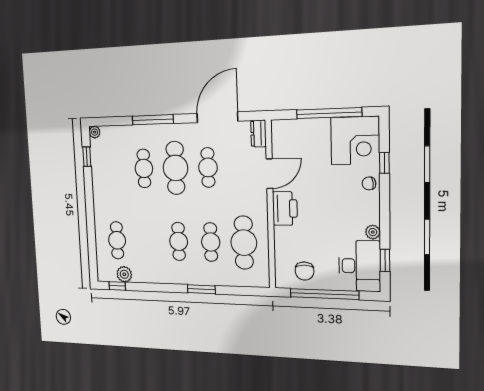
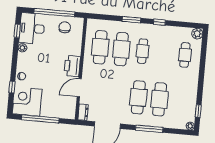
cafe table: (208, 167) -> (117, 95), removed
cafe table: (144, 168) -> (160, 99), width x1.37, depth x1.35
cafe table: (211, 242) -> (121, 49), width x1.37, depth x1.35
plant: (124, 274) -> (197, 34), moved
window: (117, 286) -> (159, 22), moved

